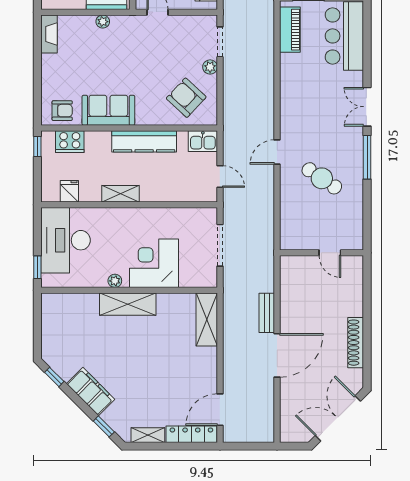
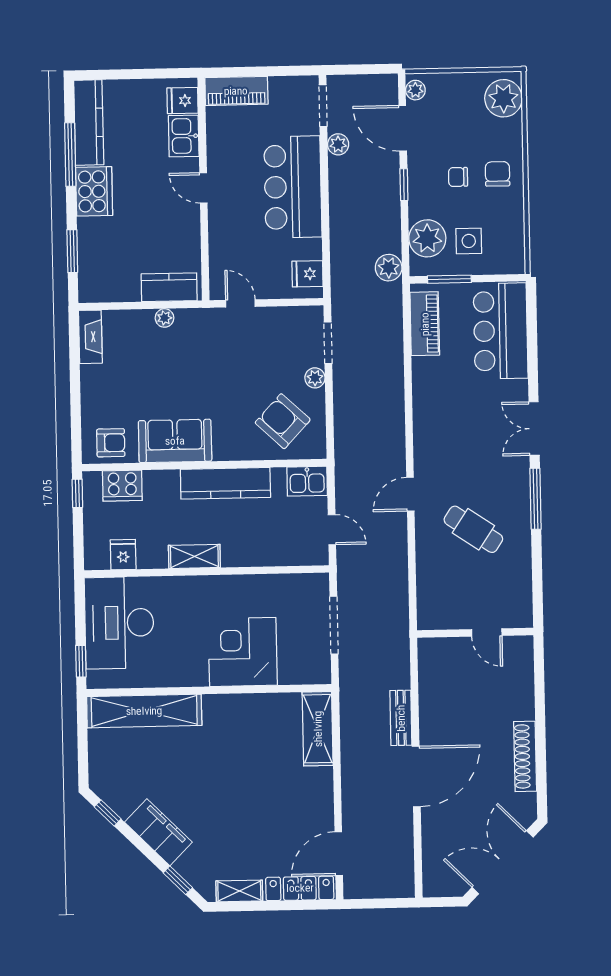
plant: (115, 281) -> (189, 678), removed
shelving: (128, 304) -> (144, 711), moved, width x1.47

